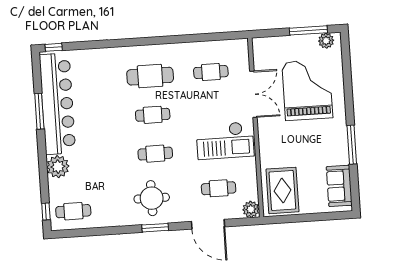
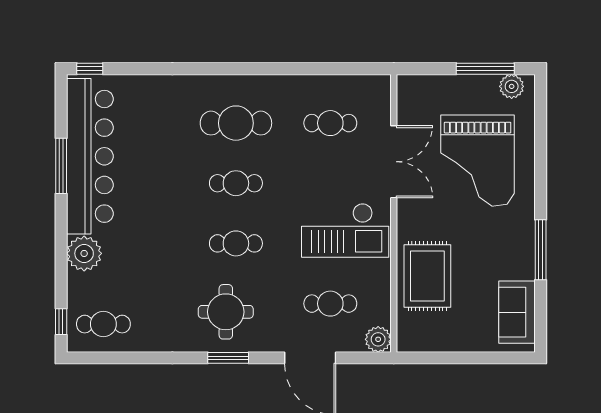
grand piano: (307, 90) -> (478, 161), turned 180
rug: (282, 190) -> (427, 276), moved

